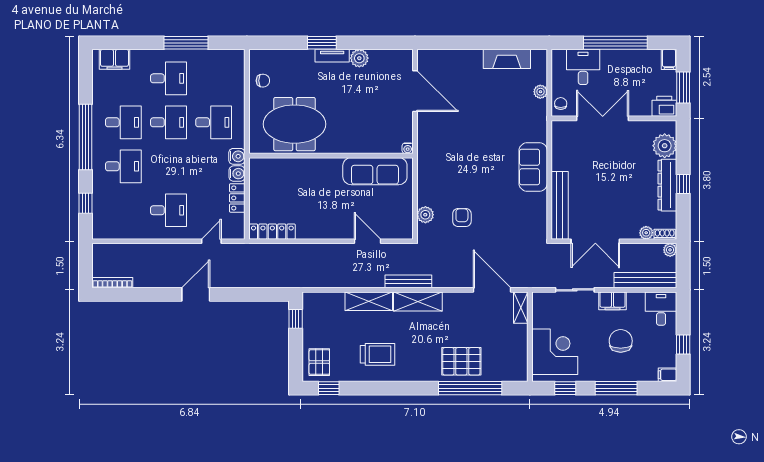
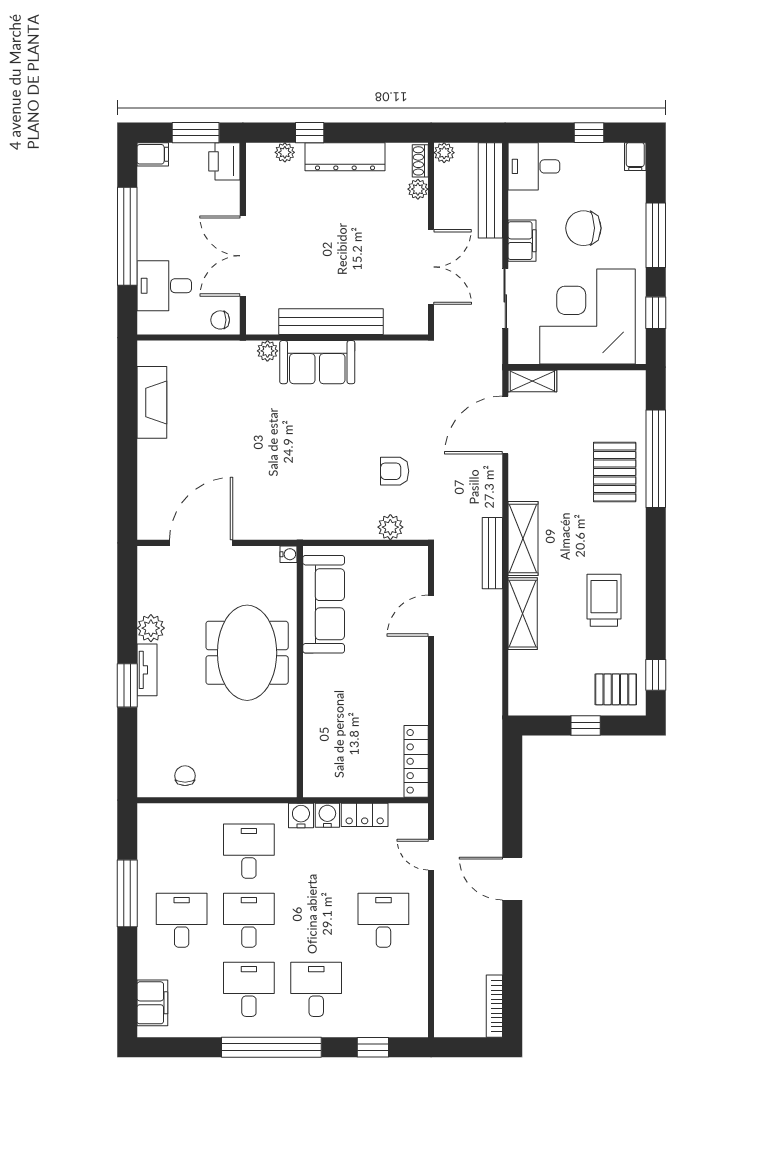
plant: (540, 92) -> (267, 351), moved
meeting table: (295, 124) -> (247, 653), moved
plant: (665, 146) -> (285, 152), width x0.53, depth x0.53
window: (683, 184) -> (310, 133), moved
bench: (560, 205) -> (331, 322), moved
window: (296, 319) -> (586, 726), moved
corner desk: (555, 352) -> (587, 317), width x1.36, depth x1.36

